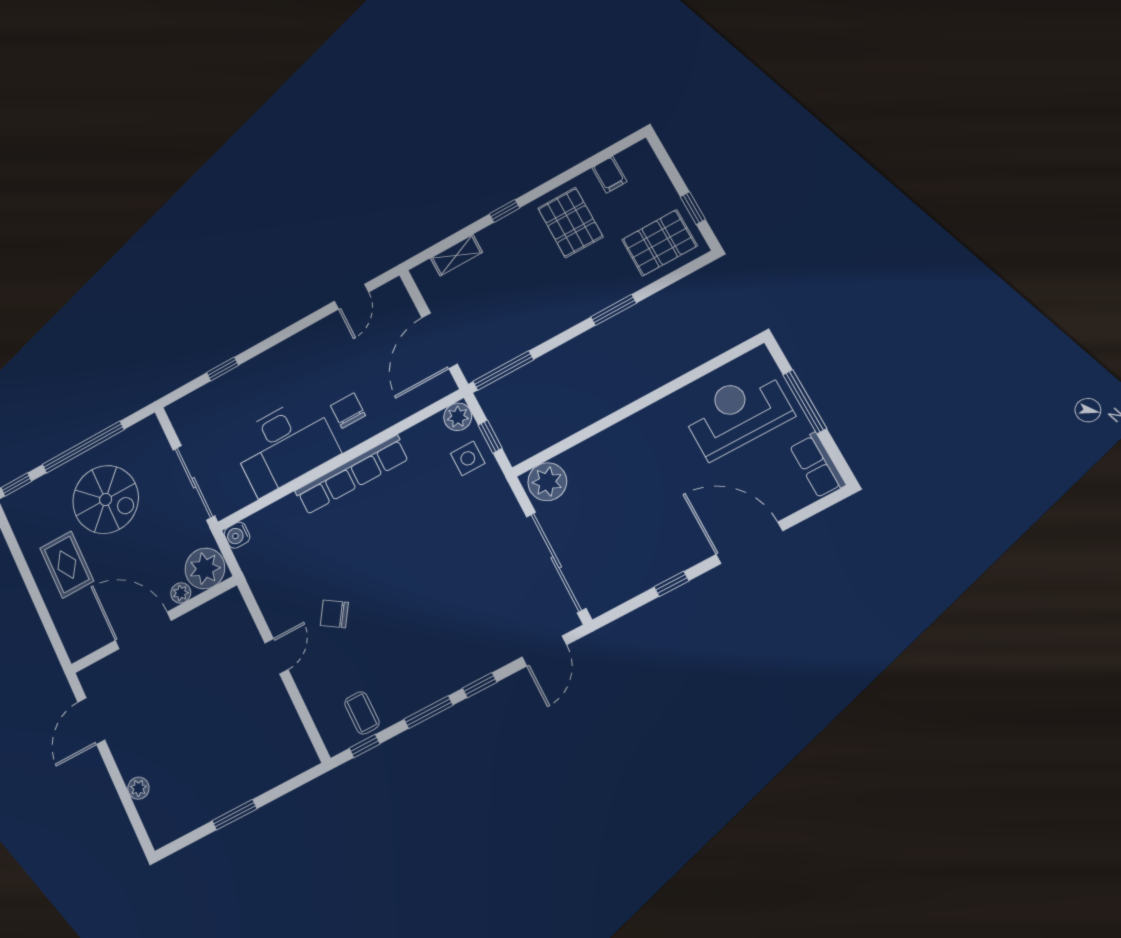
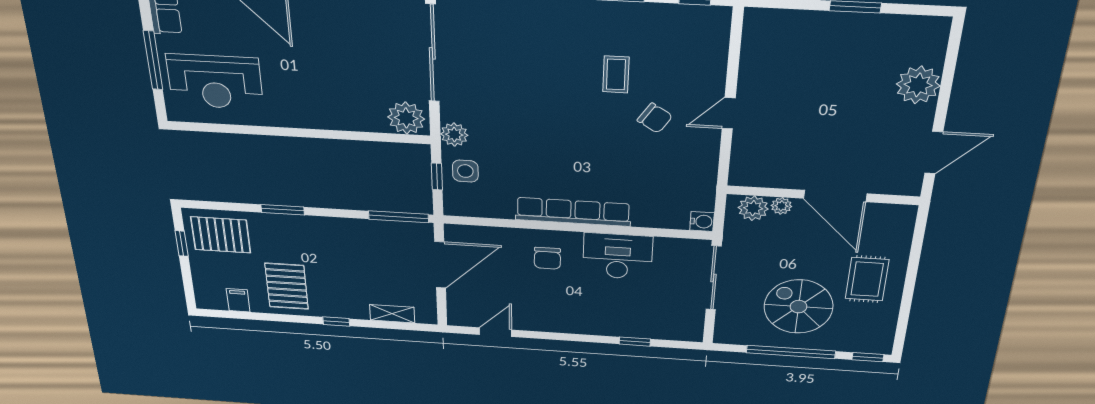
plant: (458, 417) -> (454, 135), moved
desk: (285, 445) -> (618, 256), width x0.73, depth x0.77
plant: (205, 568) -> (753, 208), width x0.73, depth x0.73
coffee table: (362, 713) -> (616, 74), moved
plant: (138, 788) -> (918, 85), width x1.87, depth x1.87

